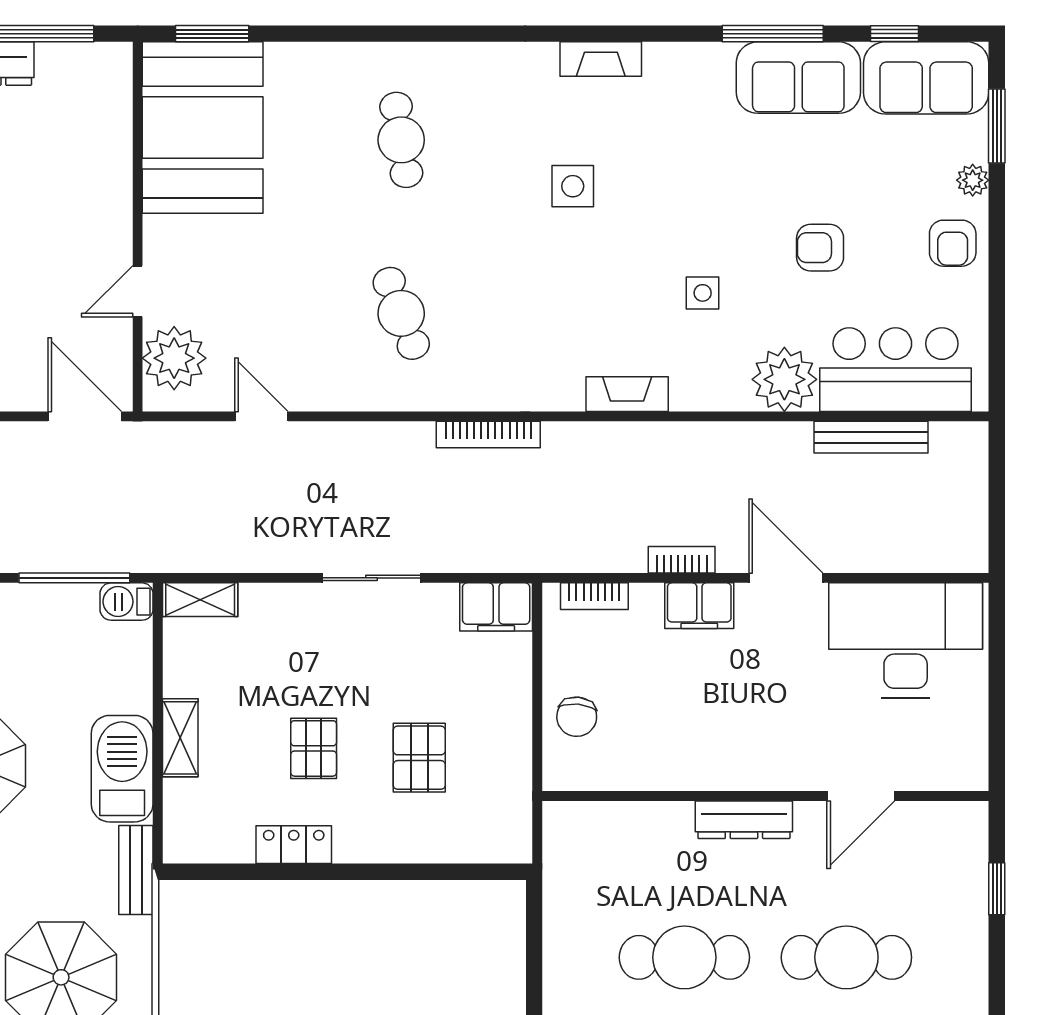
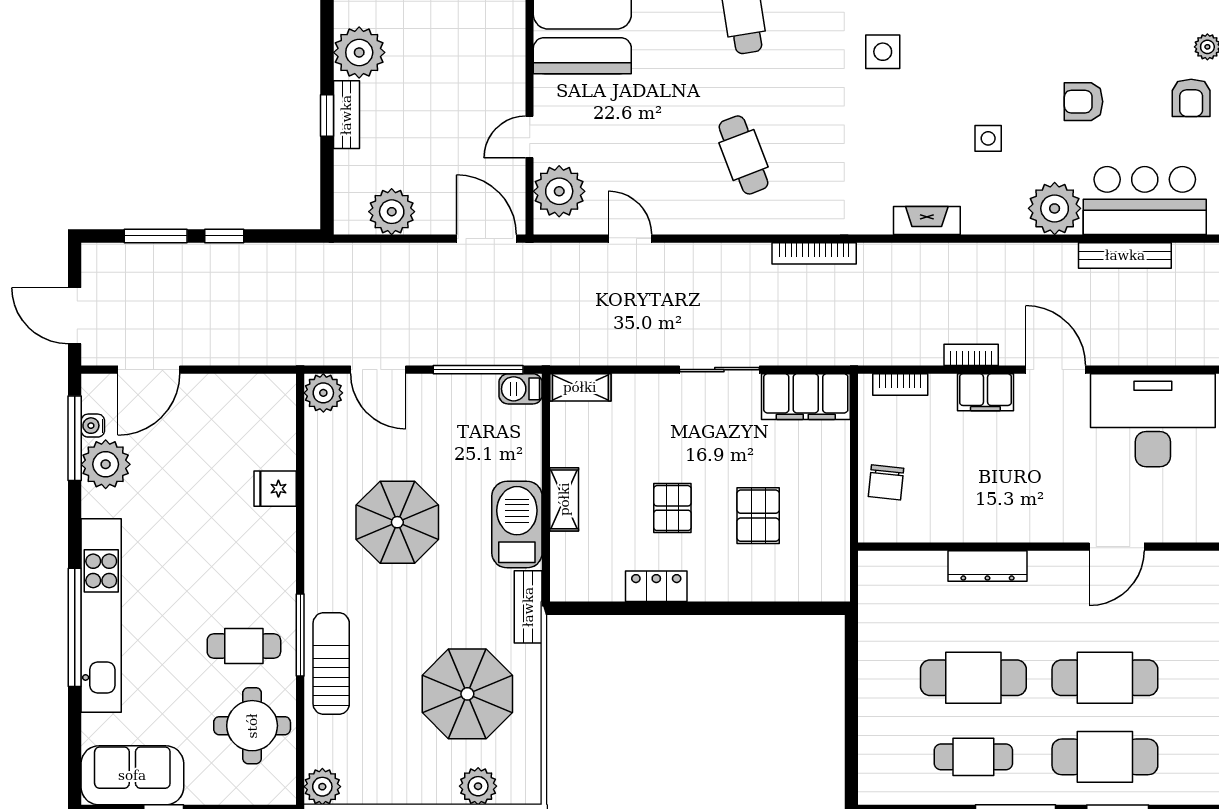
filing cabinet: (496, 607) -> (806, 397), width x1.50, depth x1.17
dresser: (744, 820) -> (987, 566), moved

